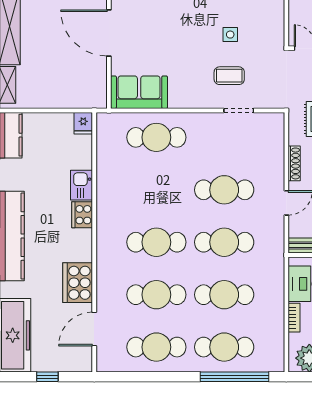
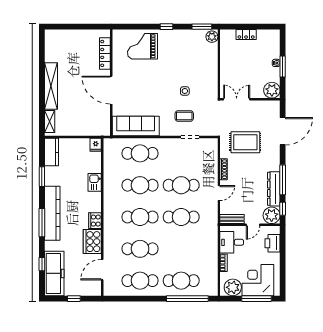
sofa: (139, 92) -> (136, 126), width x1.36
cooker: (82, 215) -> (95, 221), moved
cafe table: (224, 295) -> (140, 185), moved

